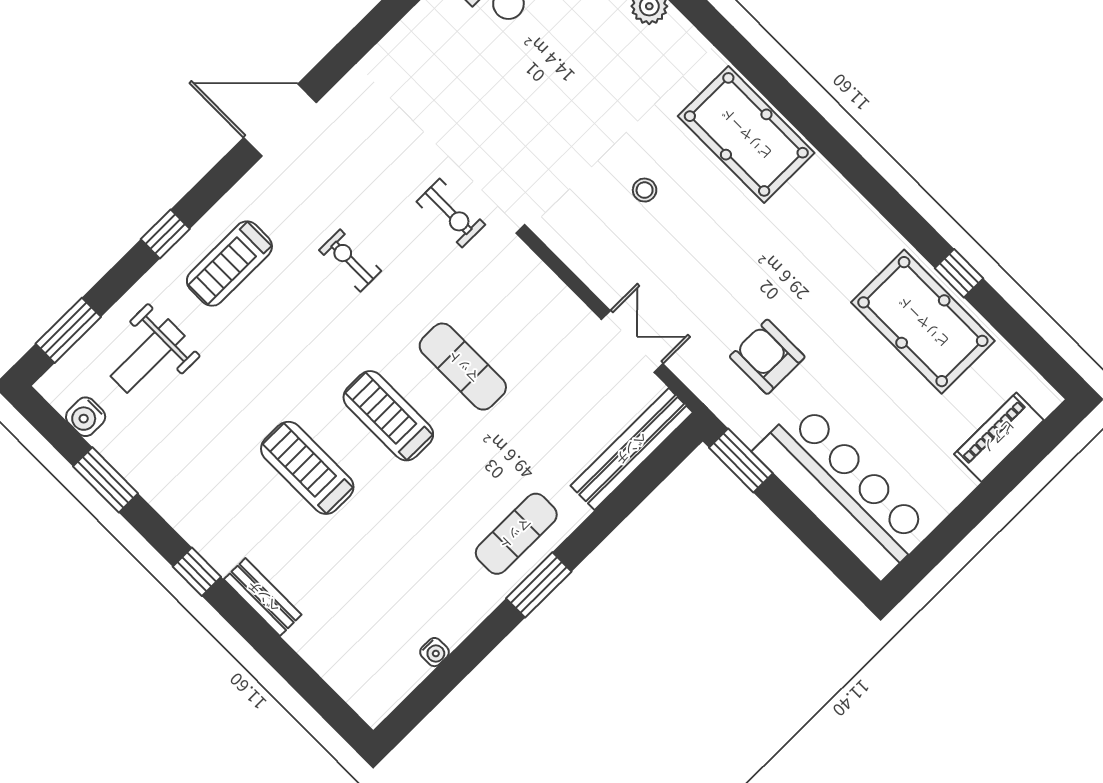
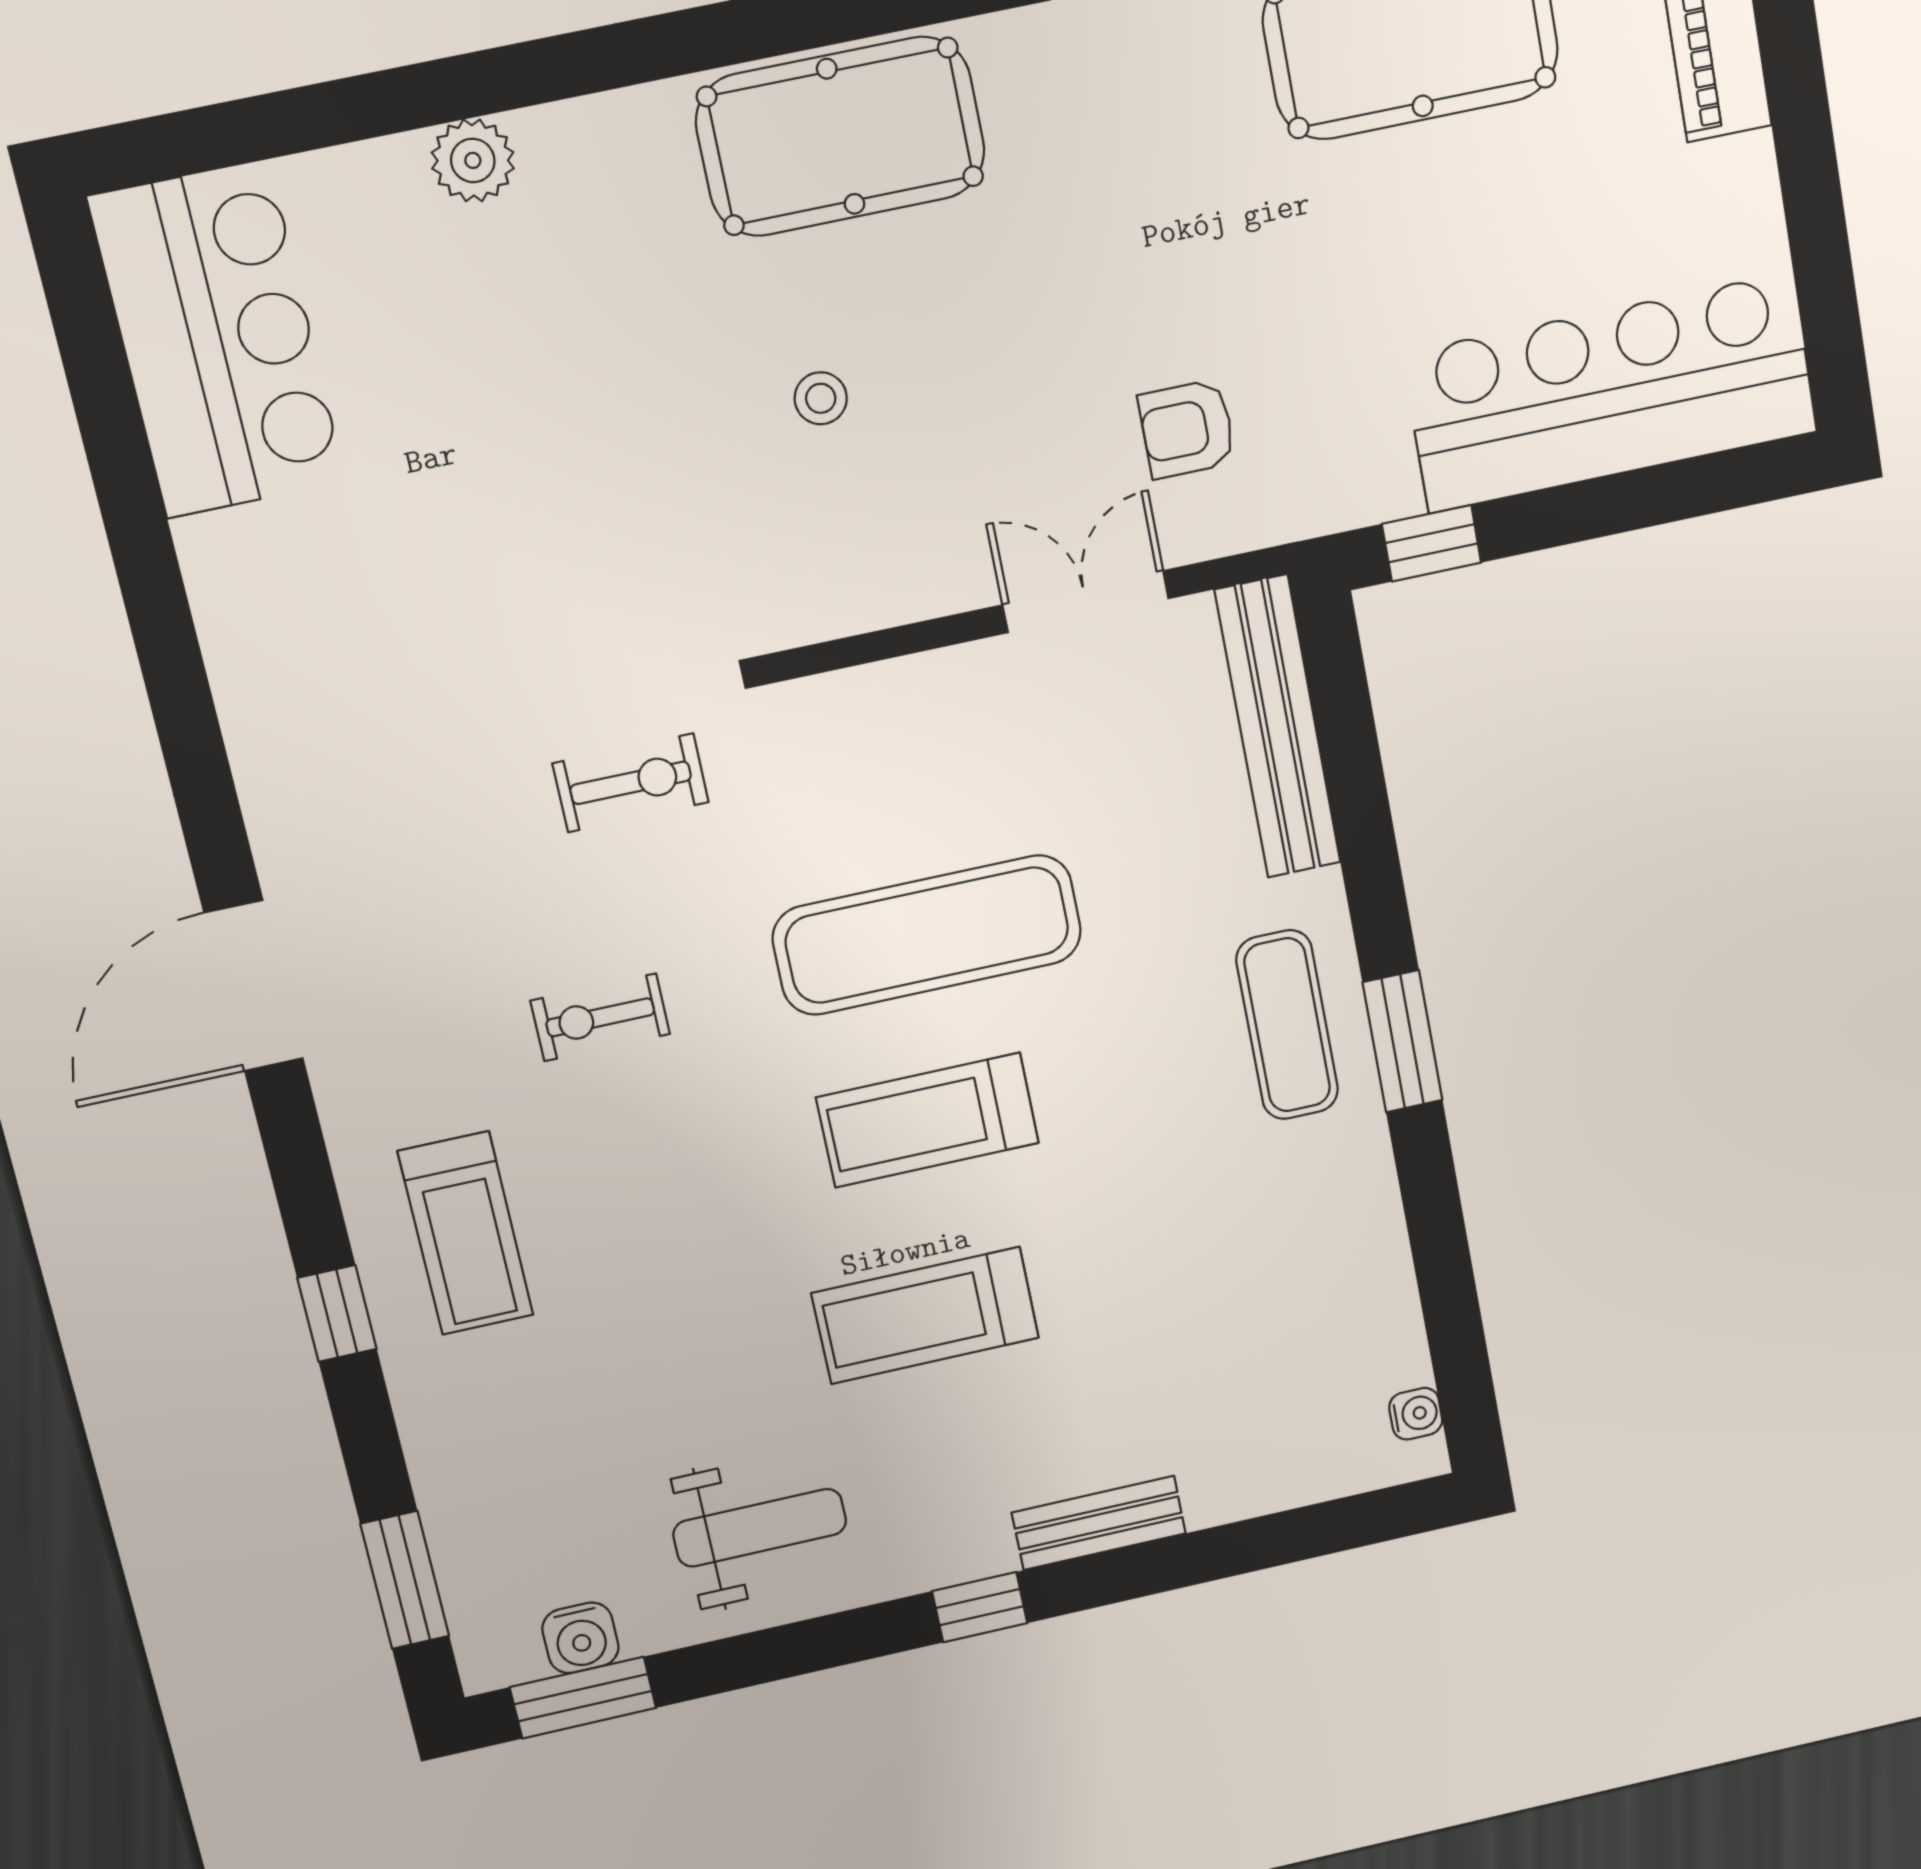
weight bench: (148, 356) -> (760, 1528), moved, turned -90
armchair: (767, 357) -> (1187, 429), moved, width x0.72, depth x0.72
exercise mat: (463, 367) -> (927, 935), width x1.36, depth x1.45
window: (741, 461) -> (1432, 543), width x0.67
window: (106, 480) -> (583, 1698), moved
water cooler: (434, 652) -> (1416, 1414), moved

